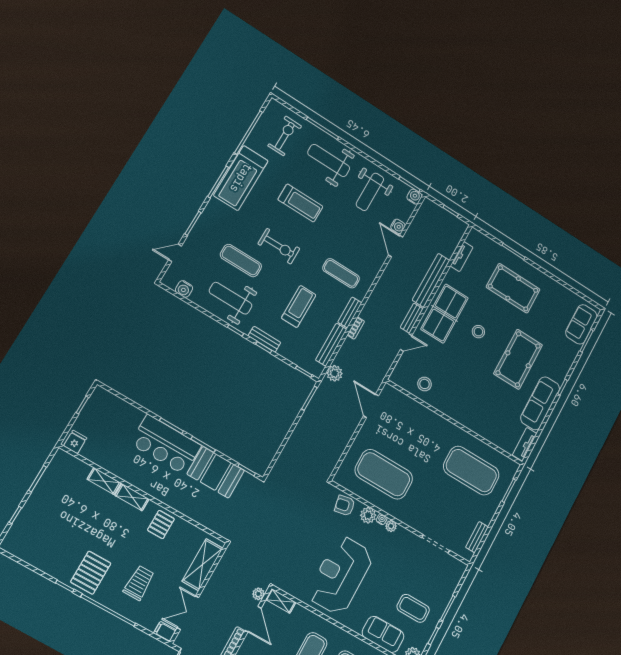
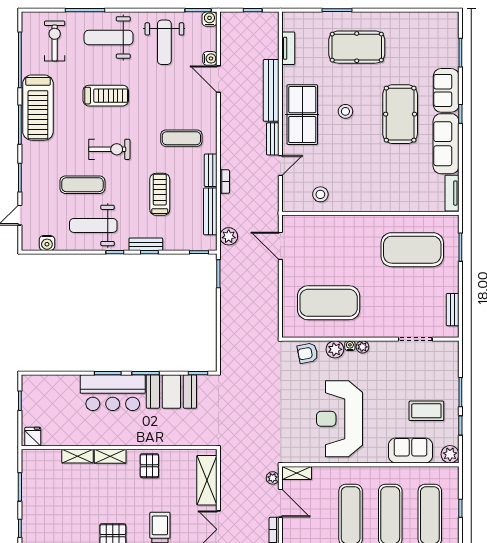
sofa: (581, 324) -> (446, 90), moved

